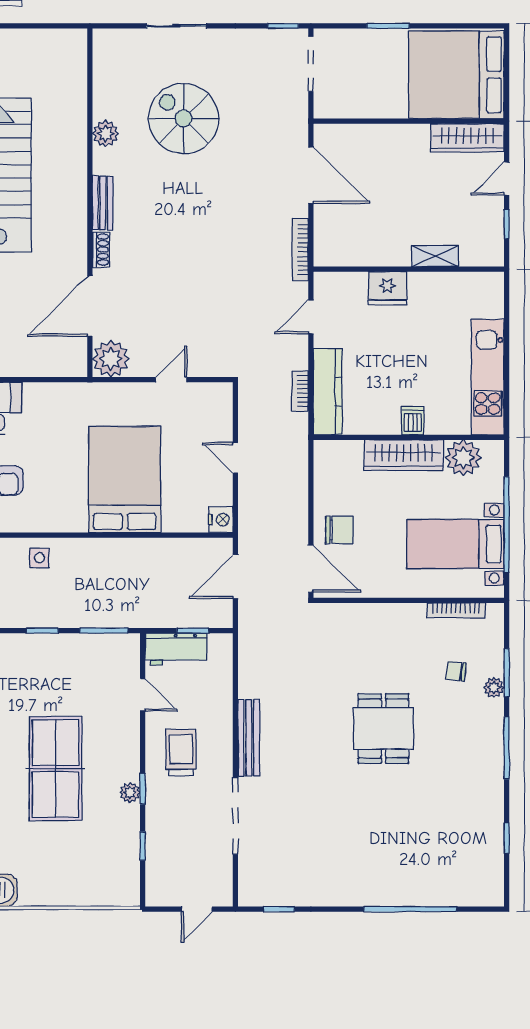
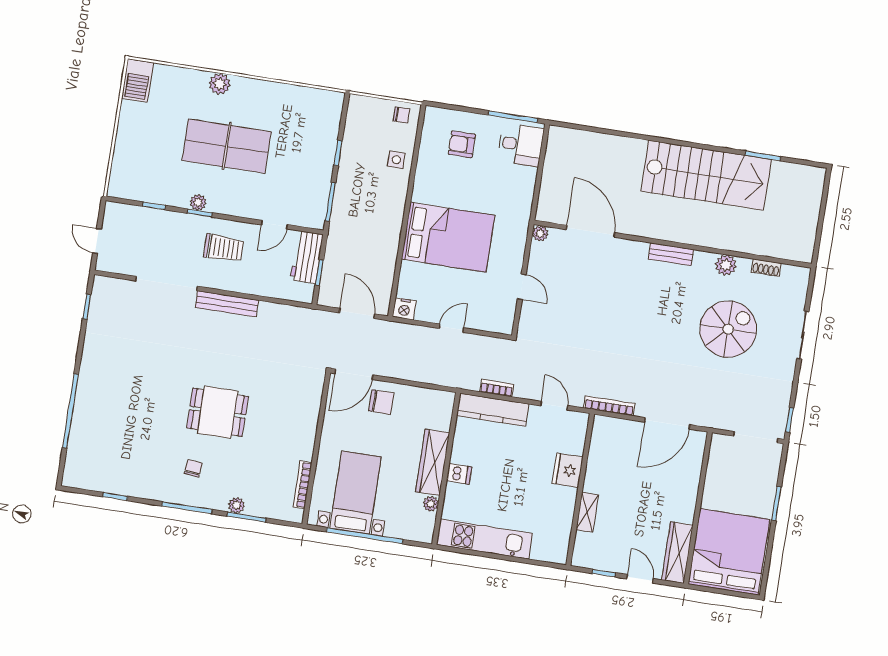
shoe rack: (101, 250) -> (766, 268), moved
plant: (111, 359) -> (540, 233), width x0.53, depth x0.53
plant: (463, 458) -> (431, 504), width x0.53, depth x0.53
chair: (339, 530) -> (381, 402), turned -90
chair: (456, 671) -> (193, 468), moved

